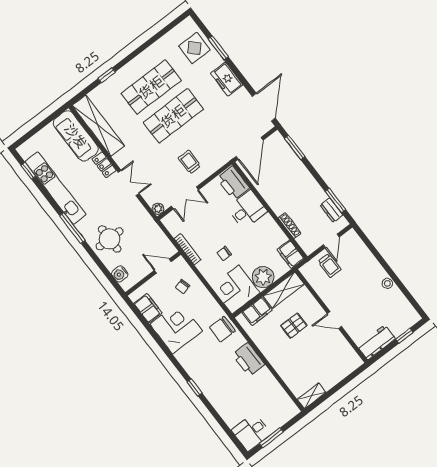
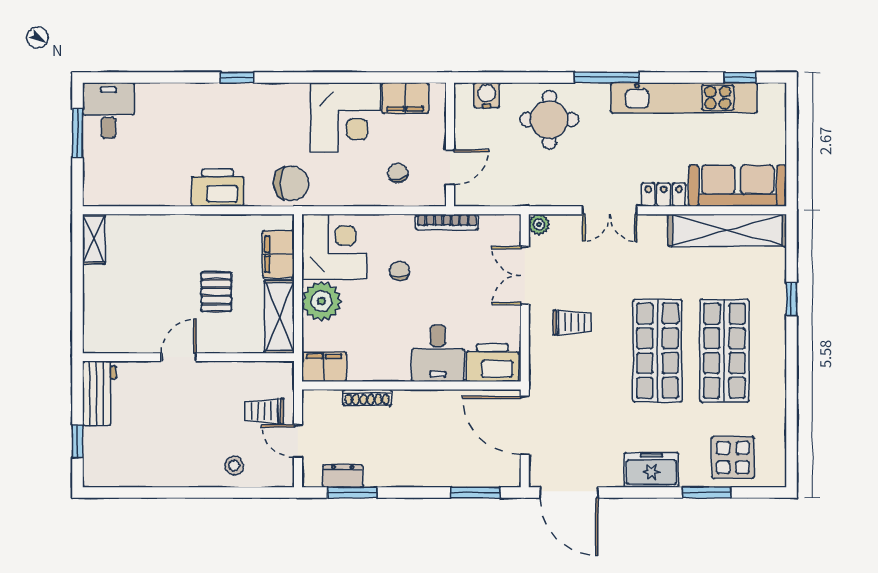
stool: (387, 283) -> (234, 466), moved
chair: (222, 329) -> (291, 183), turned 90

